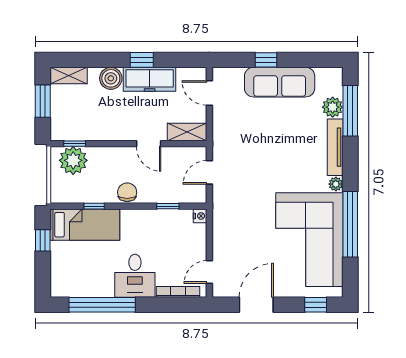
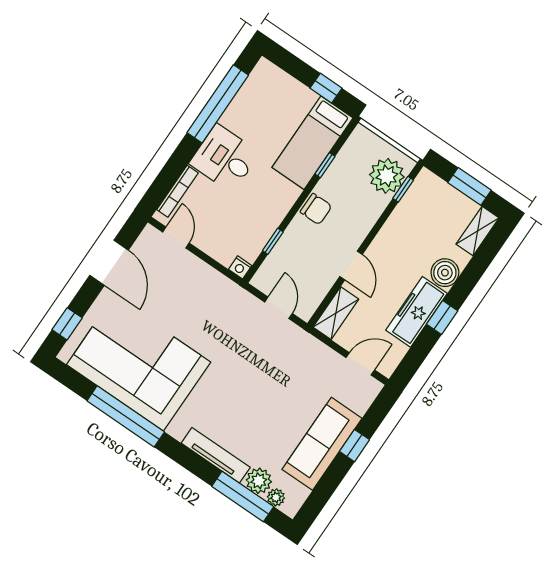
door: (149, 144) -> (351, 265), swing flipped
plant: (336, 184) -> (276, 497), moved

